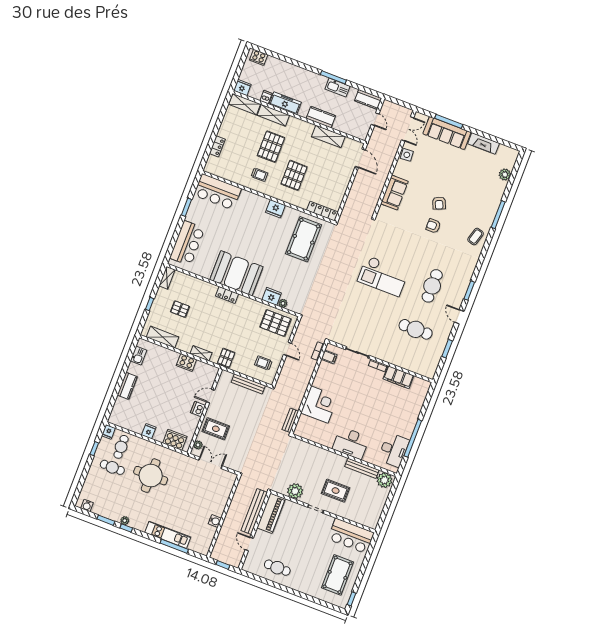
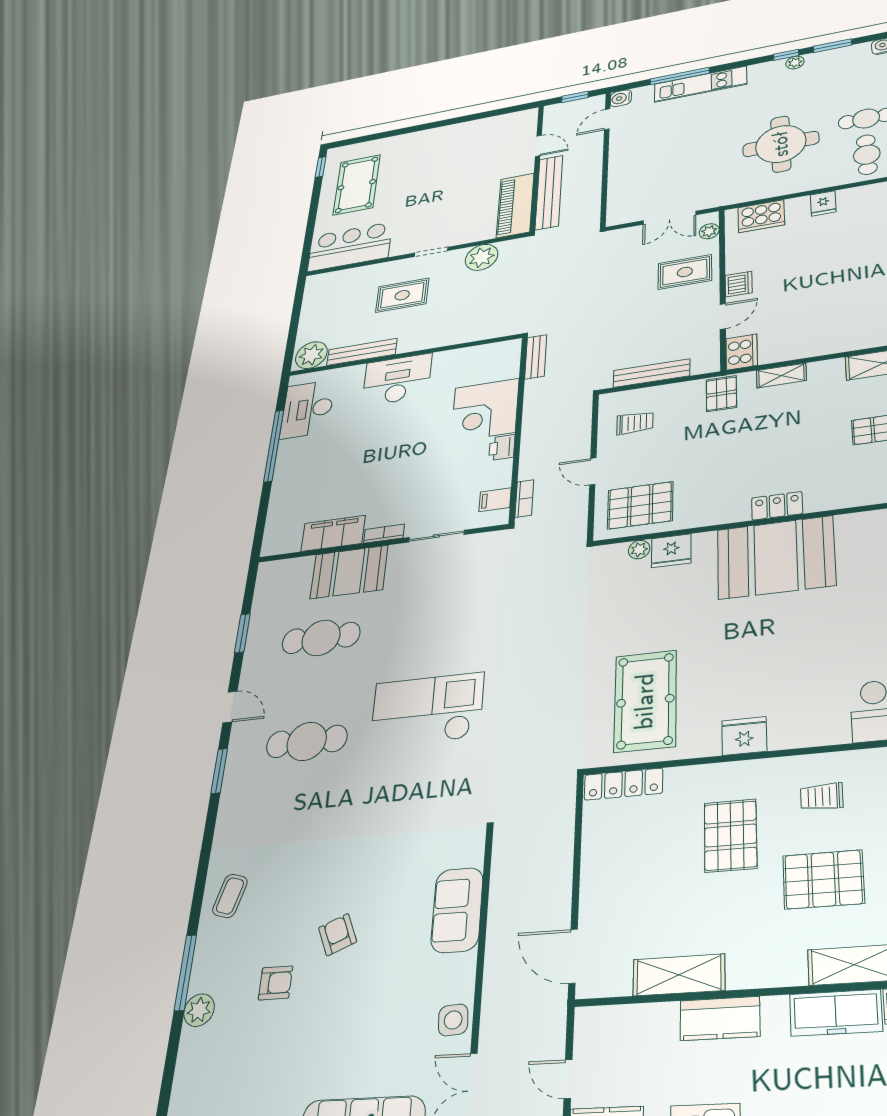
pallet: (271, 147) -> (823, 879), turned 90
plant: (505, 175) -> (199, 1010), moved
armchair: (433, 226) -> (276, 983), moved
cafe table: (432, 286) -> (307, 741), turned 90
booth: (397, 354) -> (349, 572), added
cooker: (186, 362) -> (742, 352), moved, turned 90
printer: (319, 381) -> (502, 448), added
water cooler: (215, 521) -> (621, 98), moved
door: (214, 540) -> (607, 119), added
cafe table: (277, 568) -> (472, 141), removed

